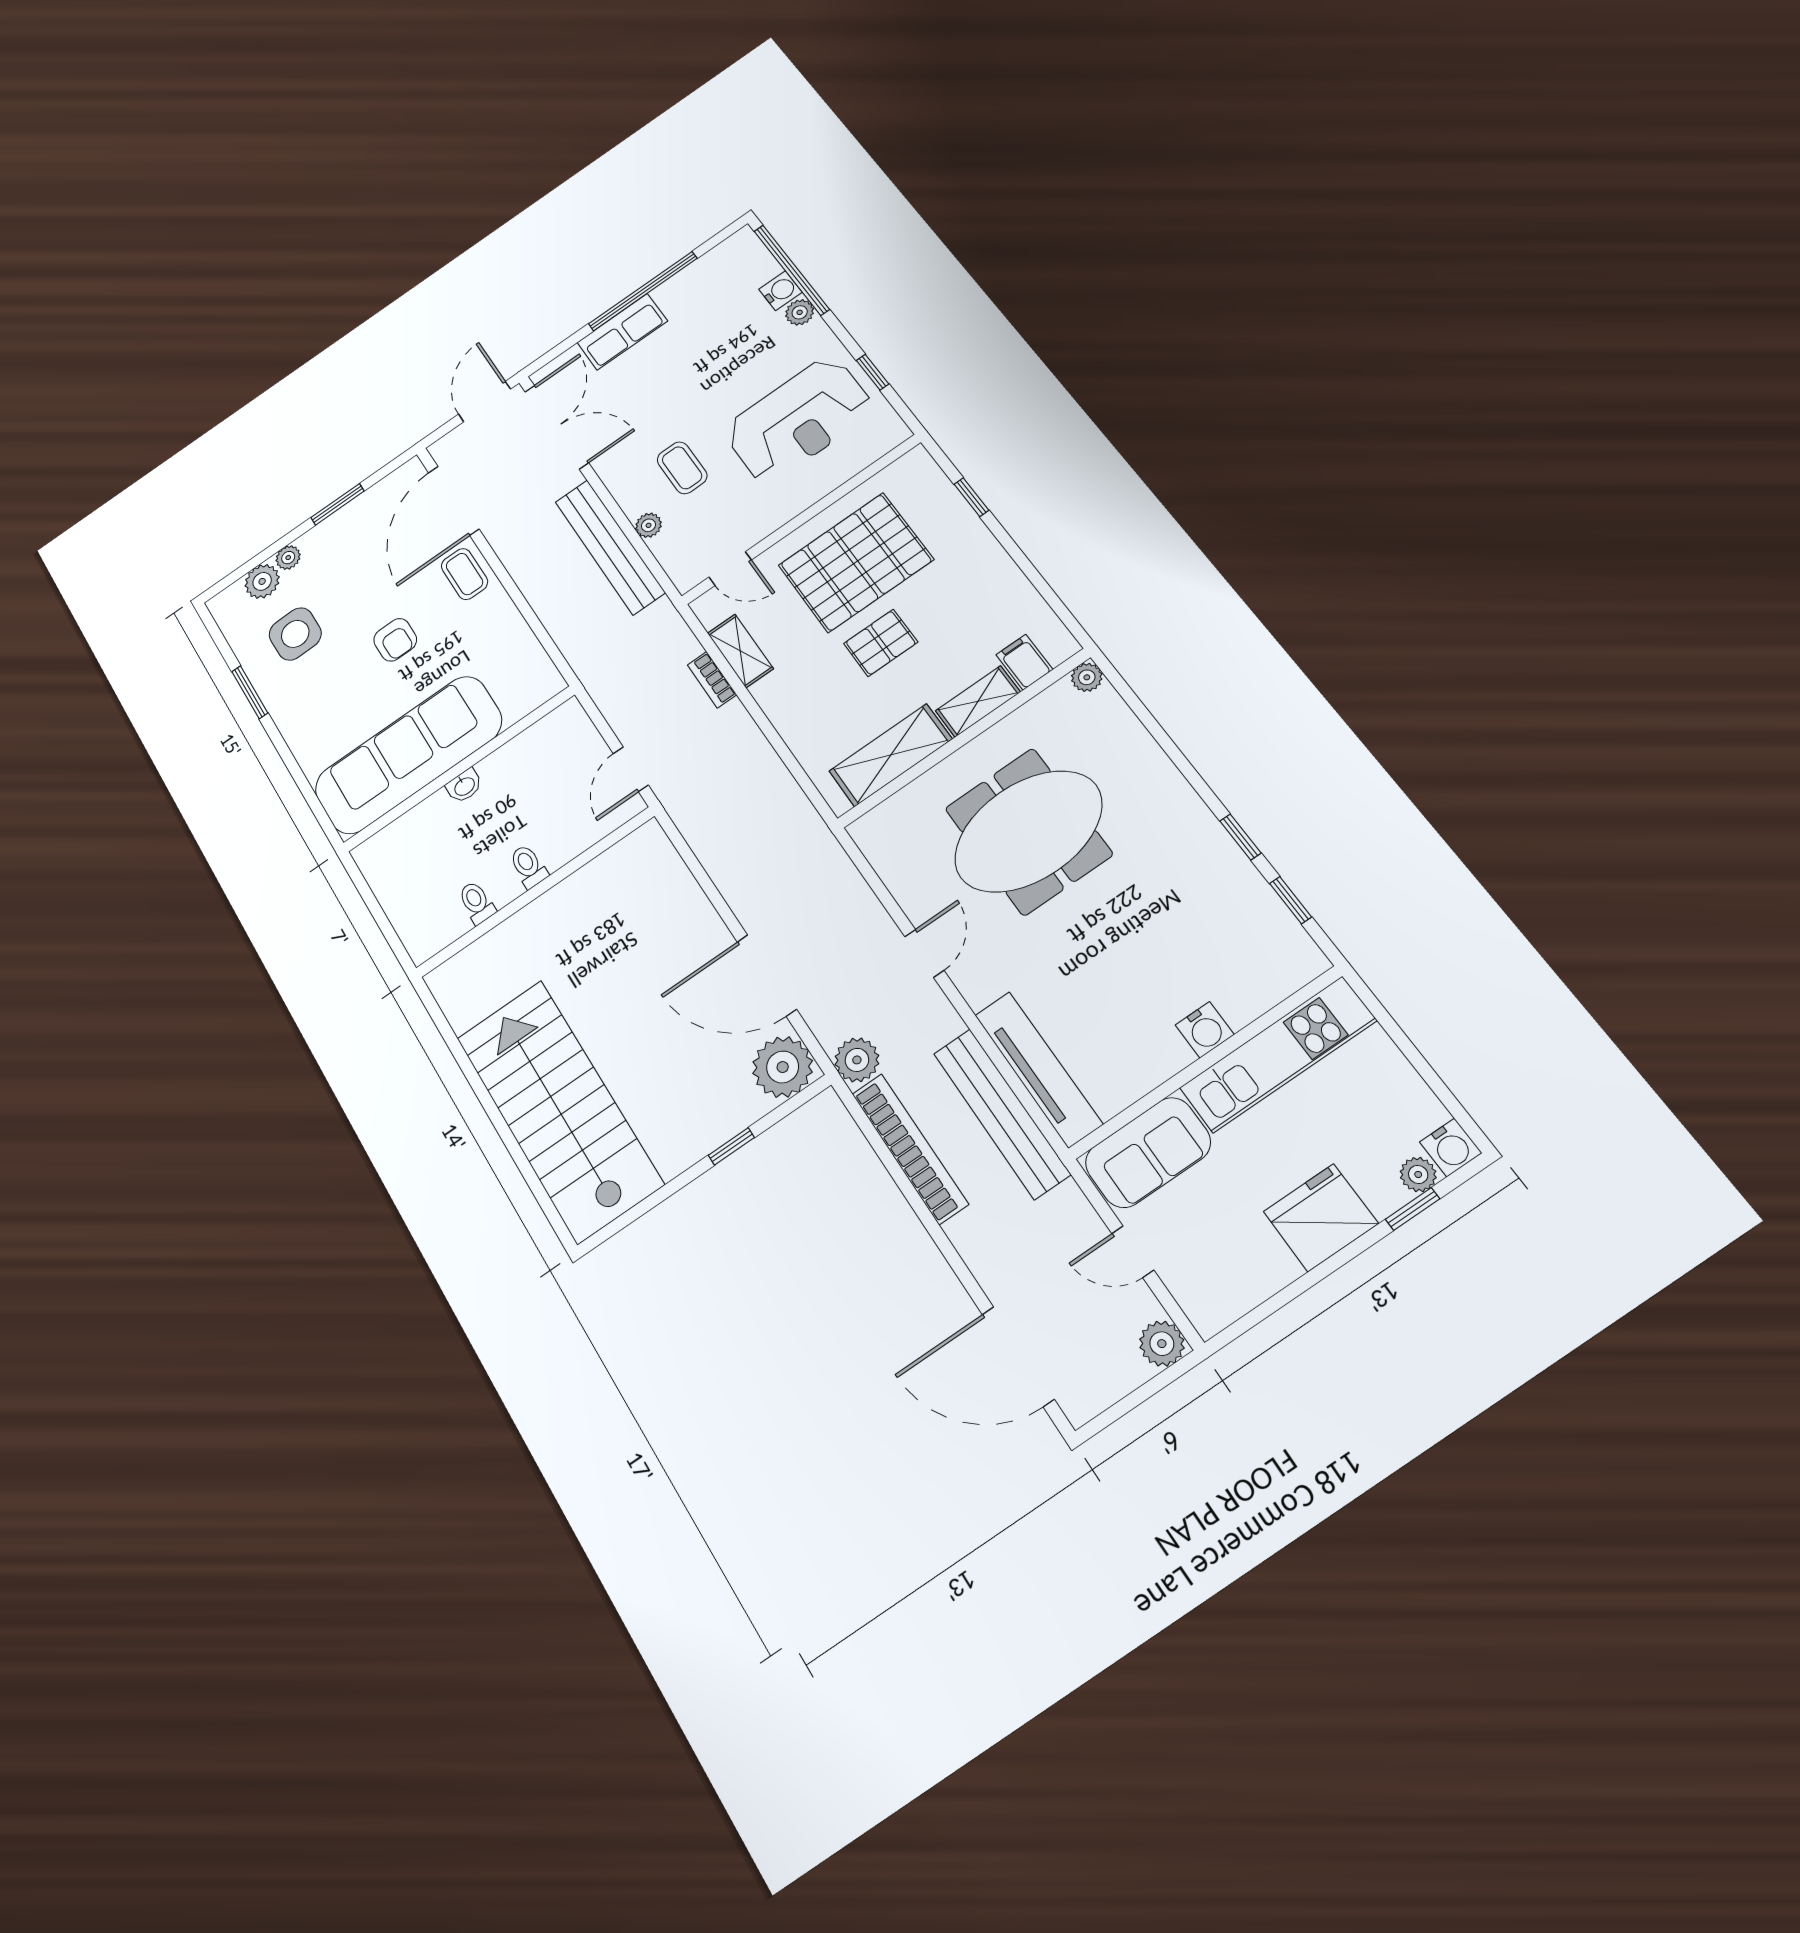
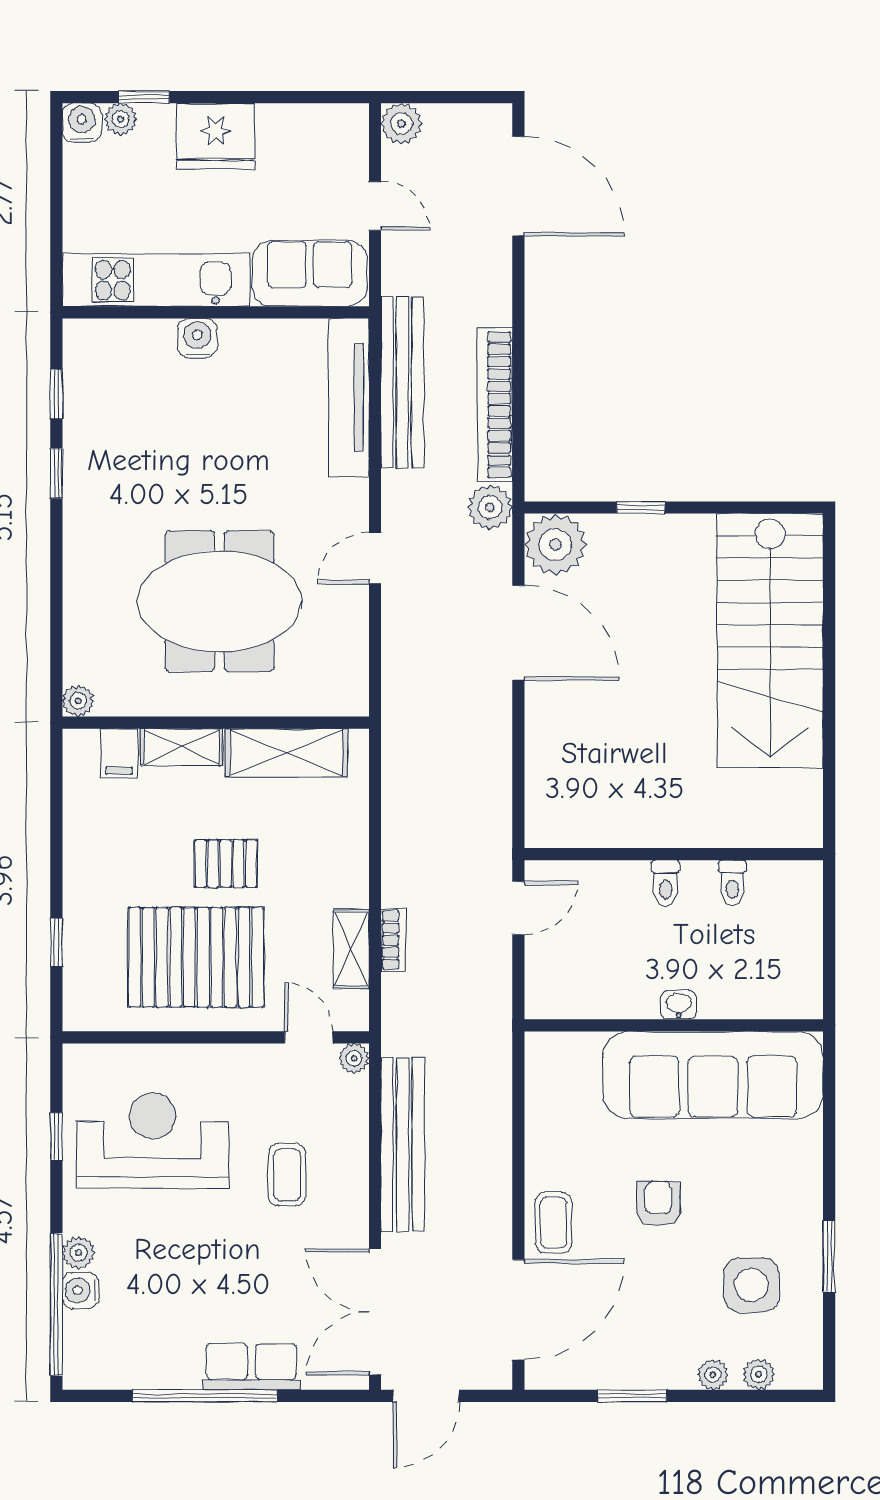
plant: (649, 525) -> (354, 1058), moved
plant: (262, 581) -> (759, 1374), width x0.73, depth x0.73

